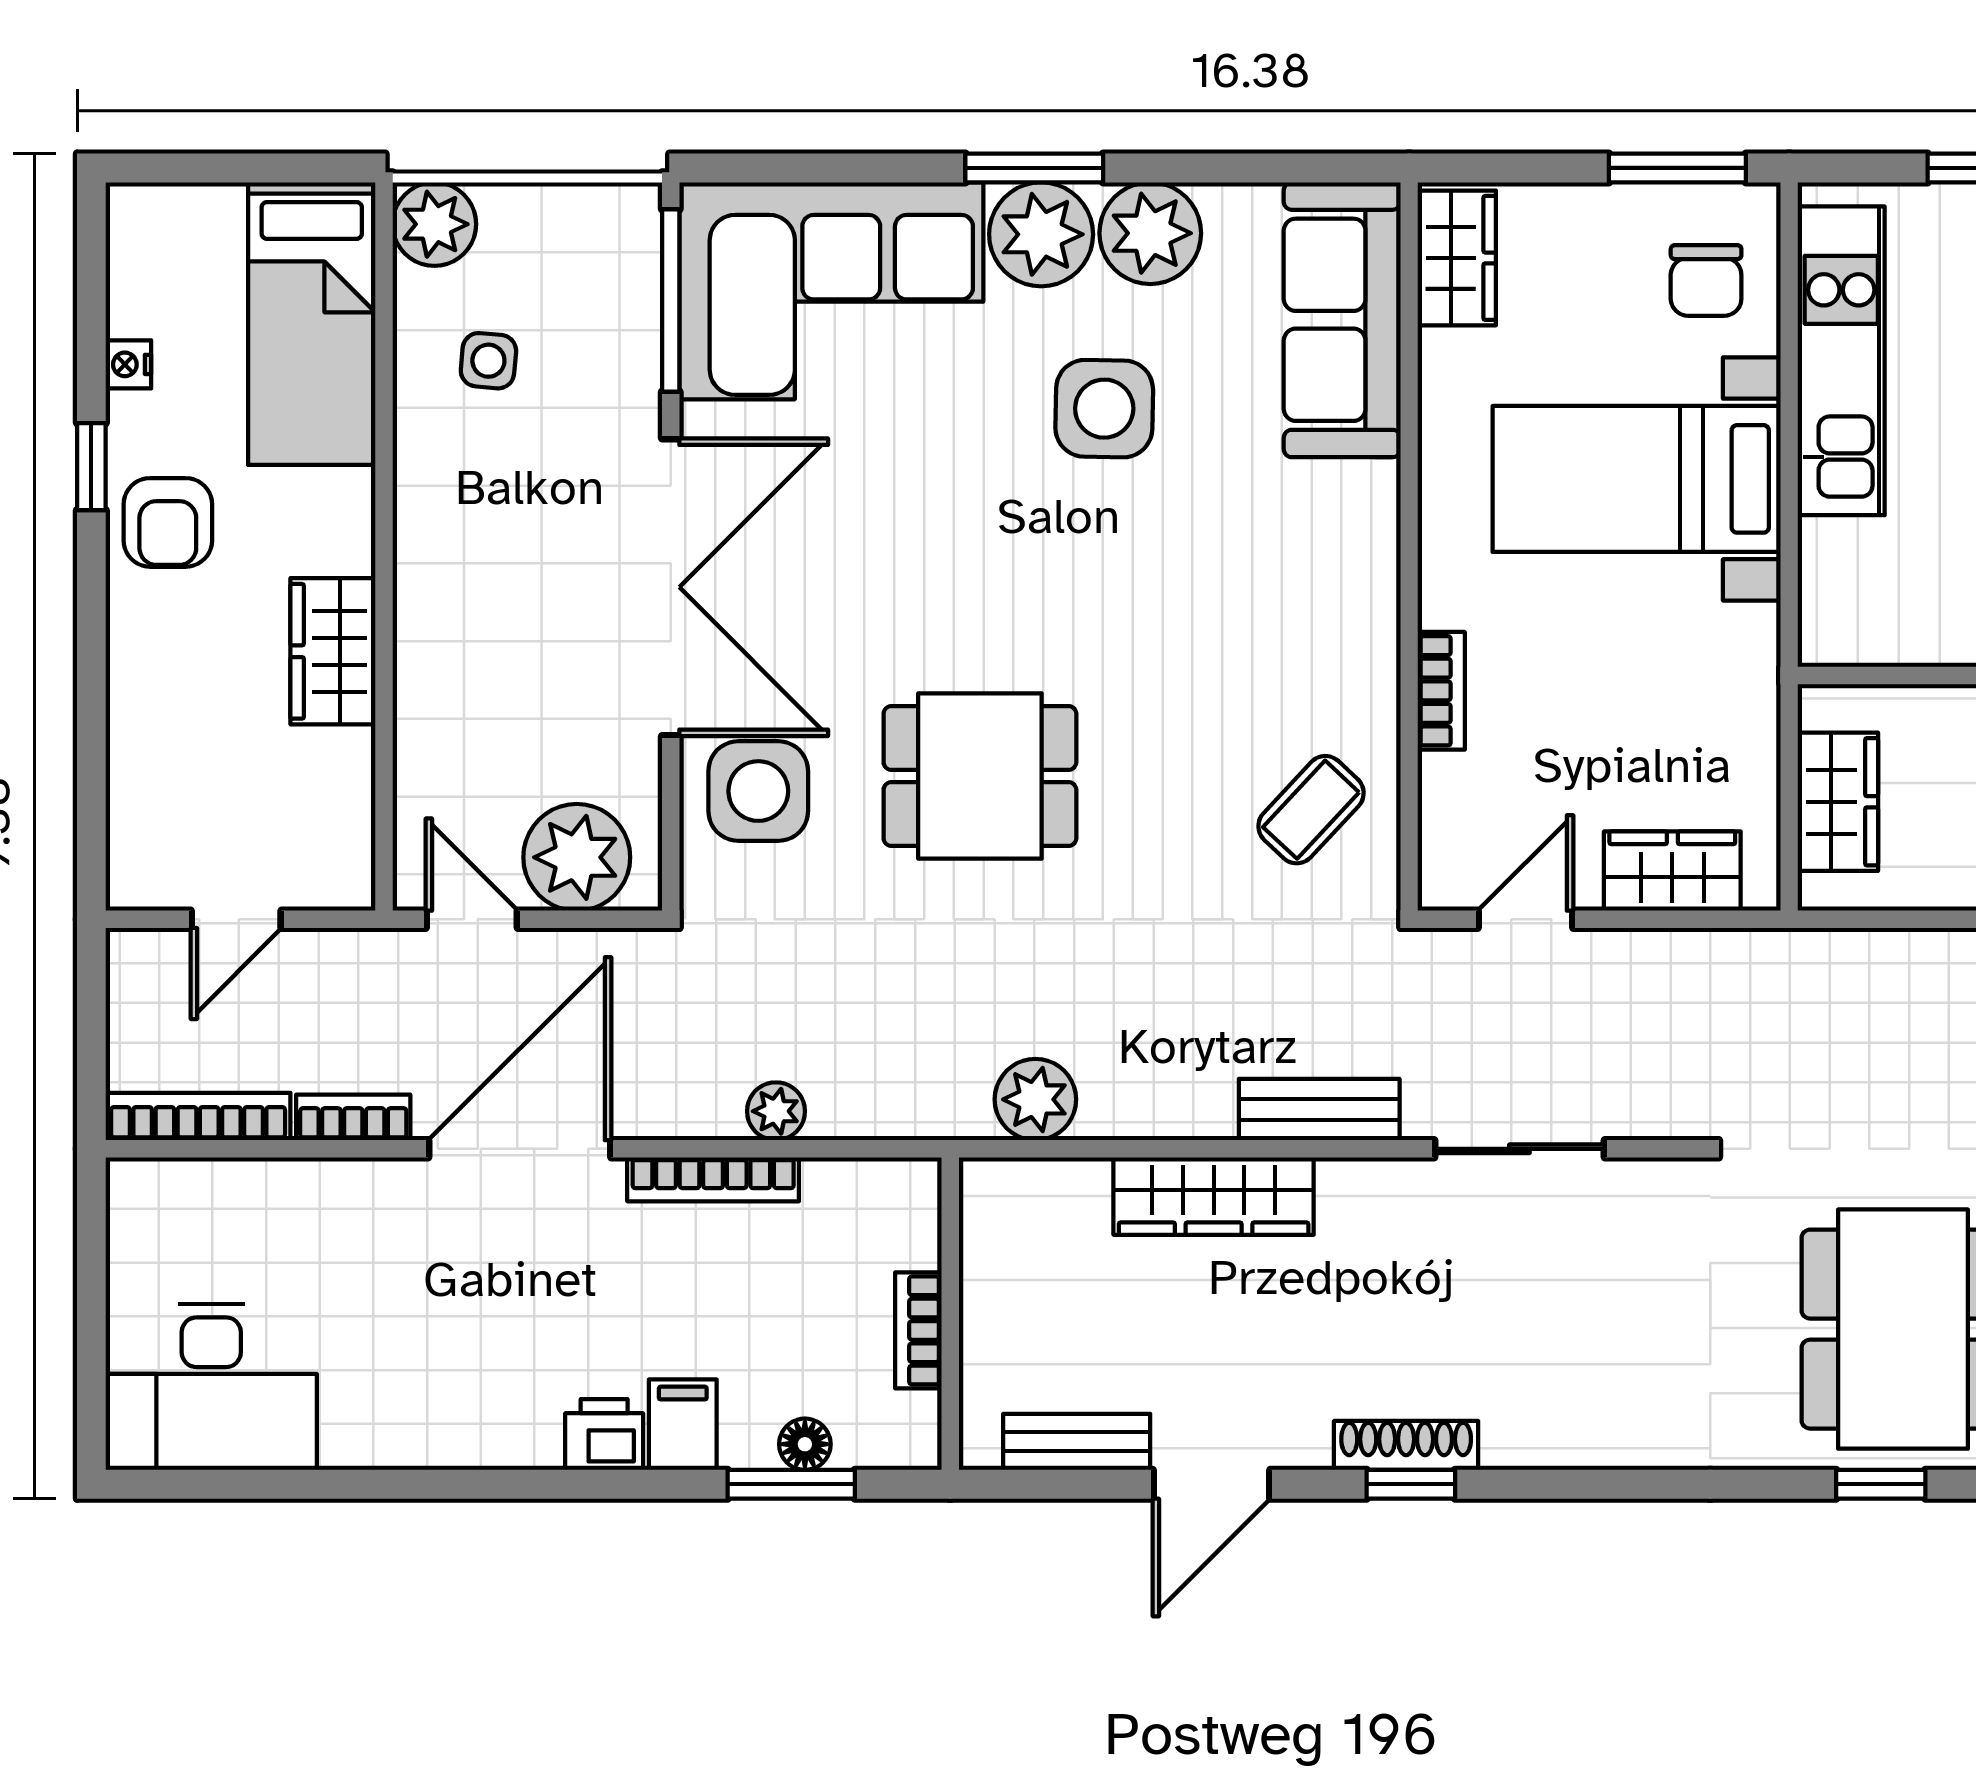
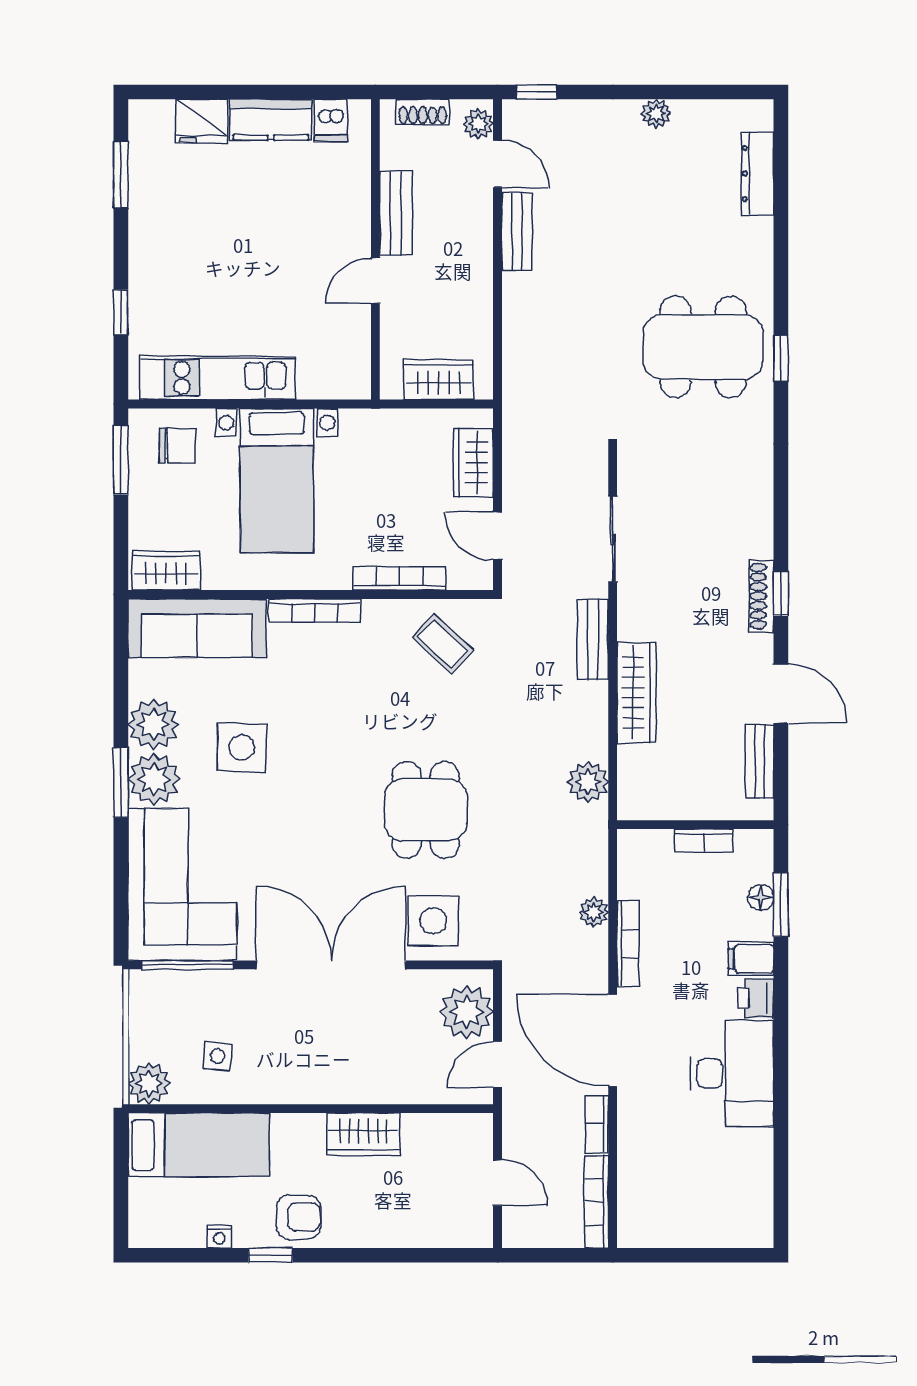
bookcase: (1377, 555) -> (315, 611), added
bookcase: (1441, 691) -> (400, 578), width x1.56
desk: (211, 1387) -> (732, 1074), moved

